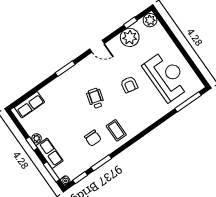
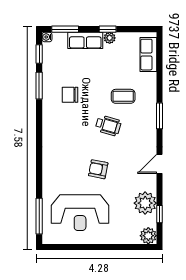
coffee table: (116, 130) -> (123, 96), moved

